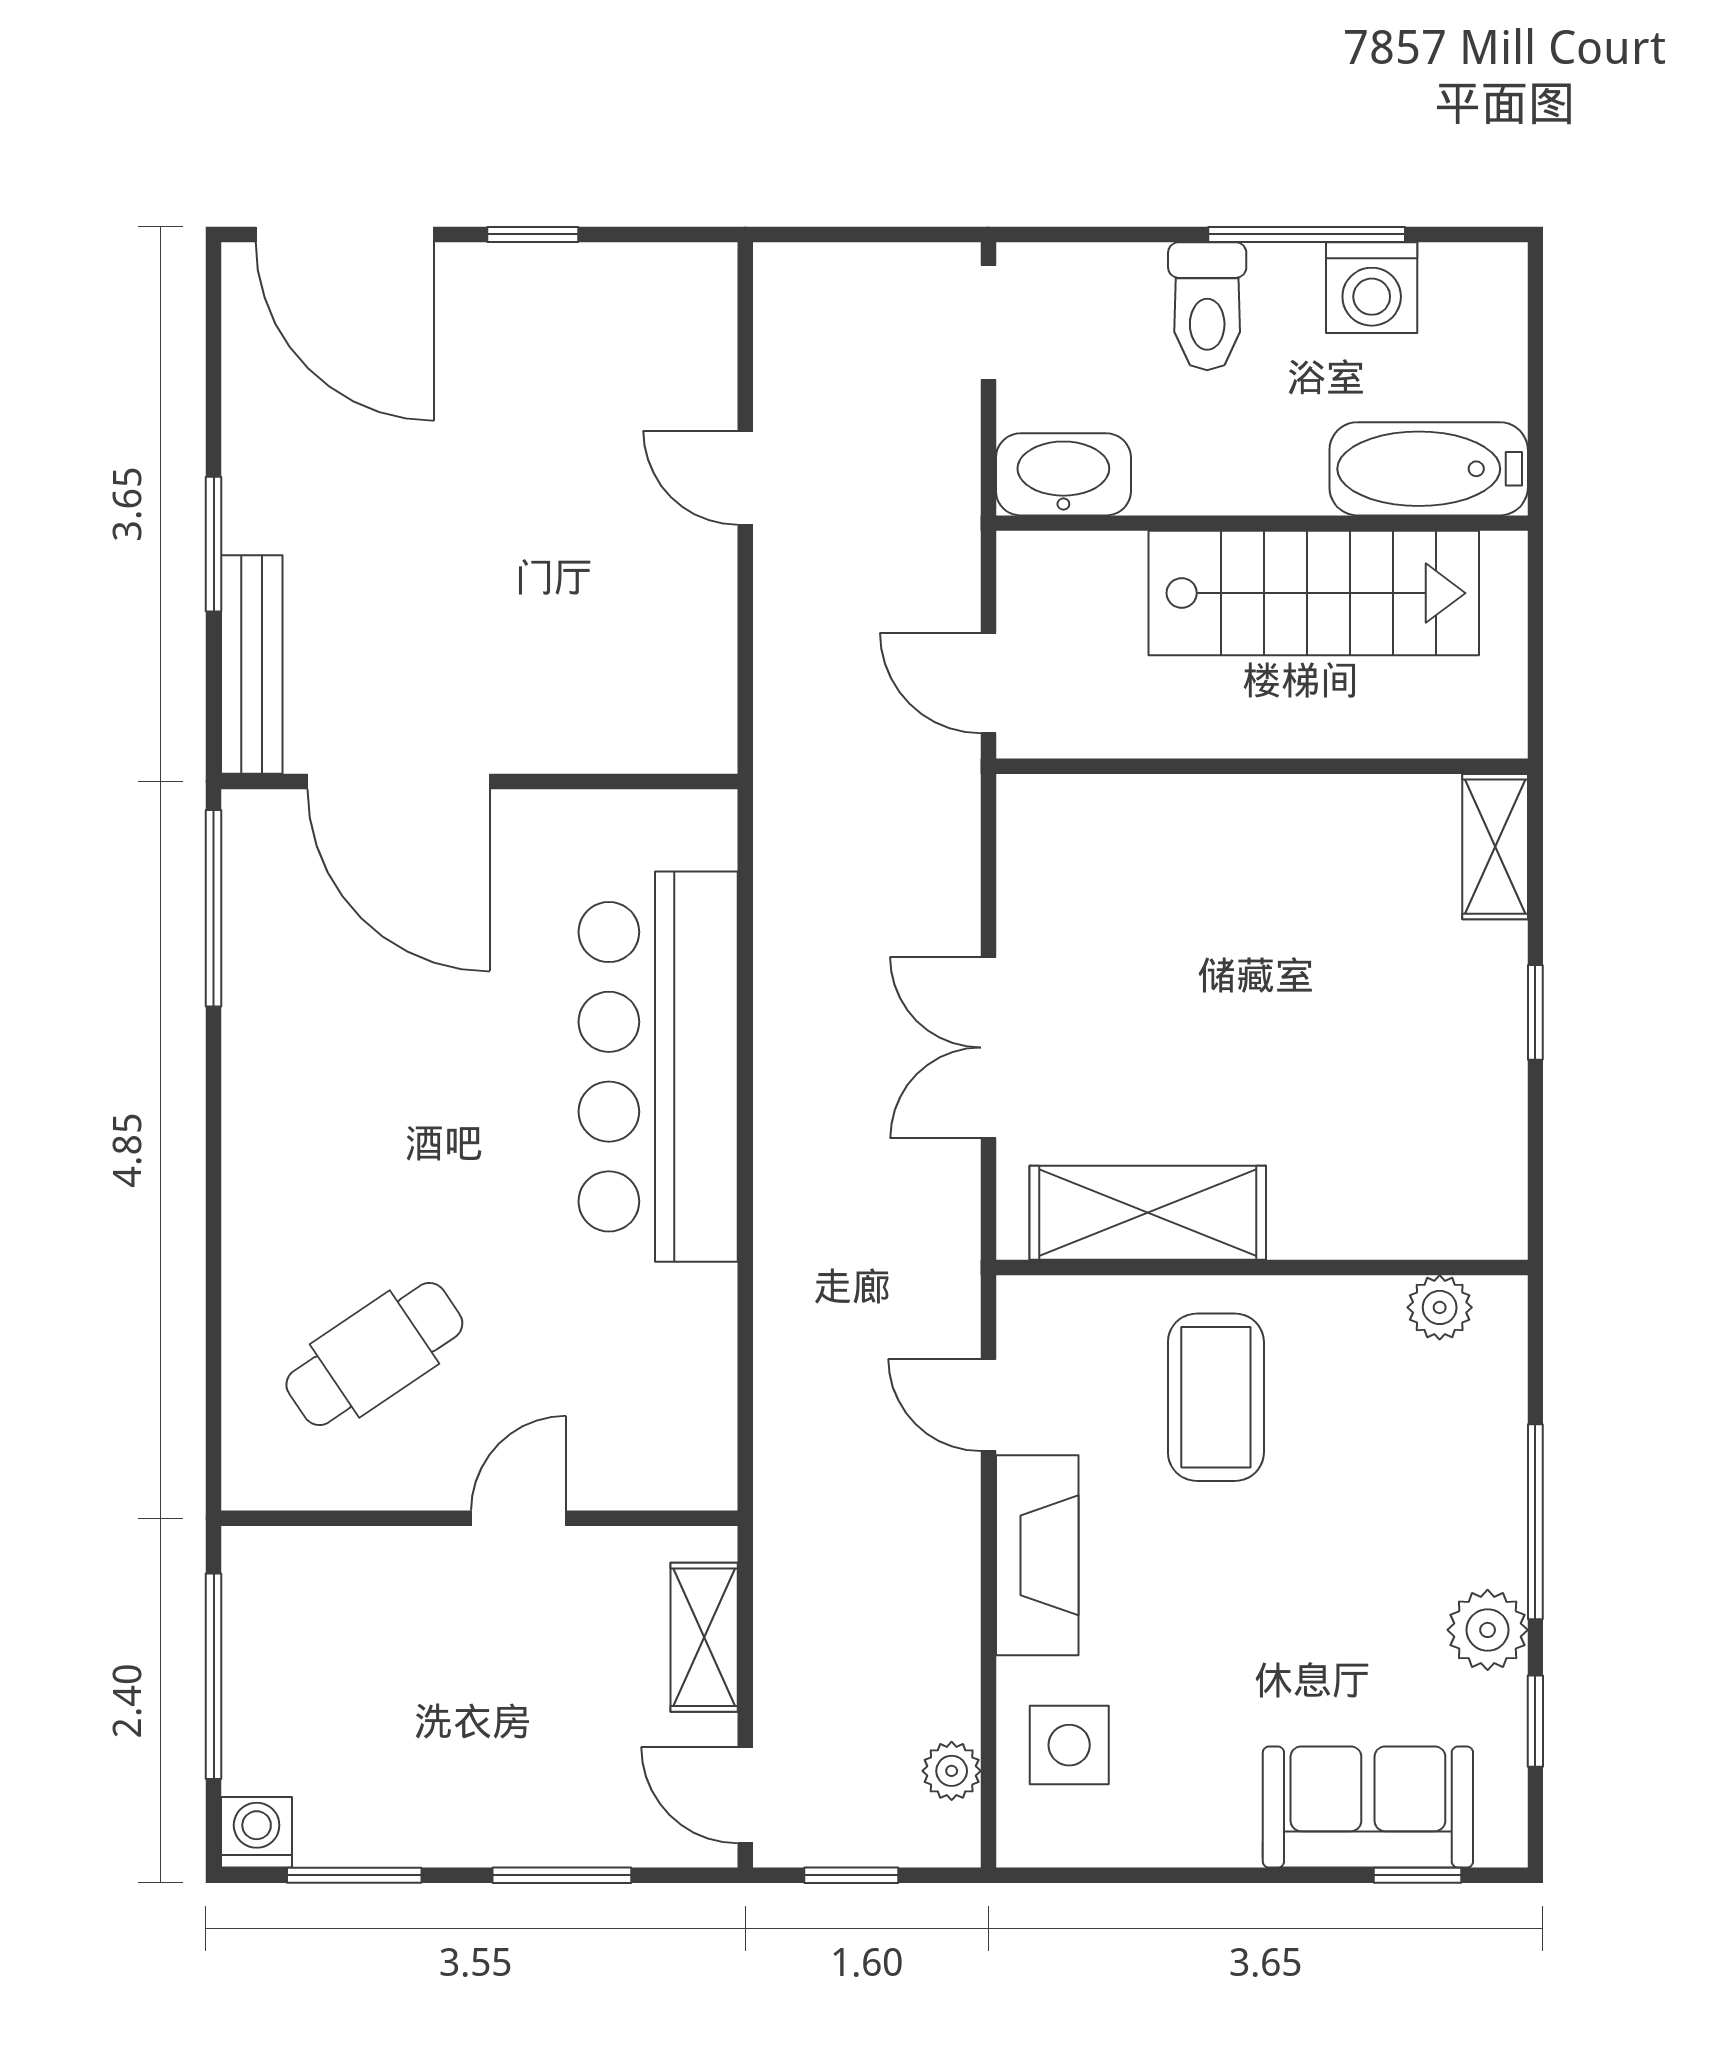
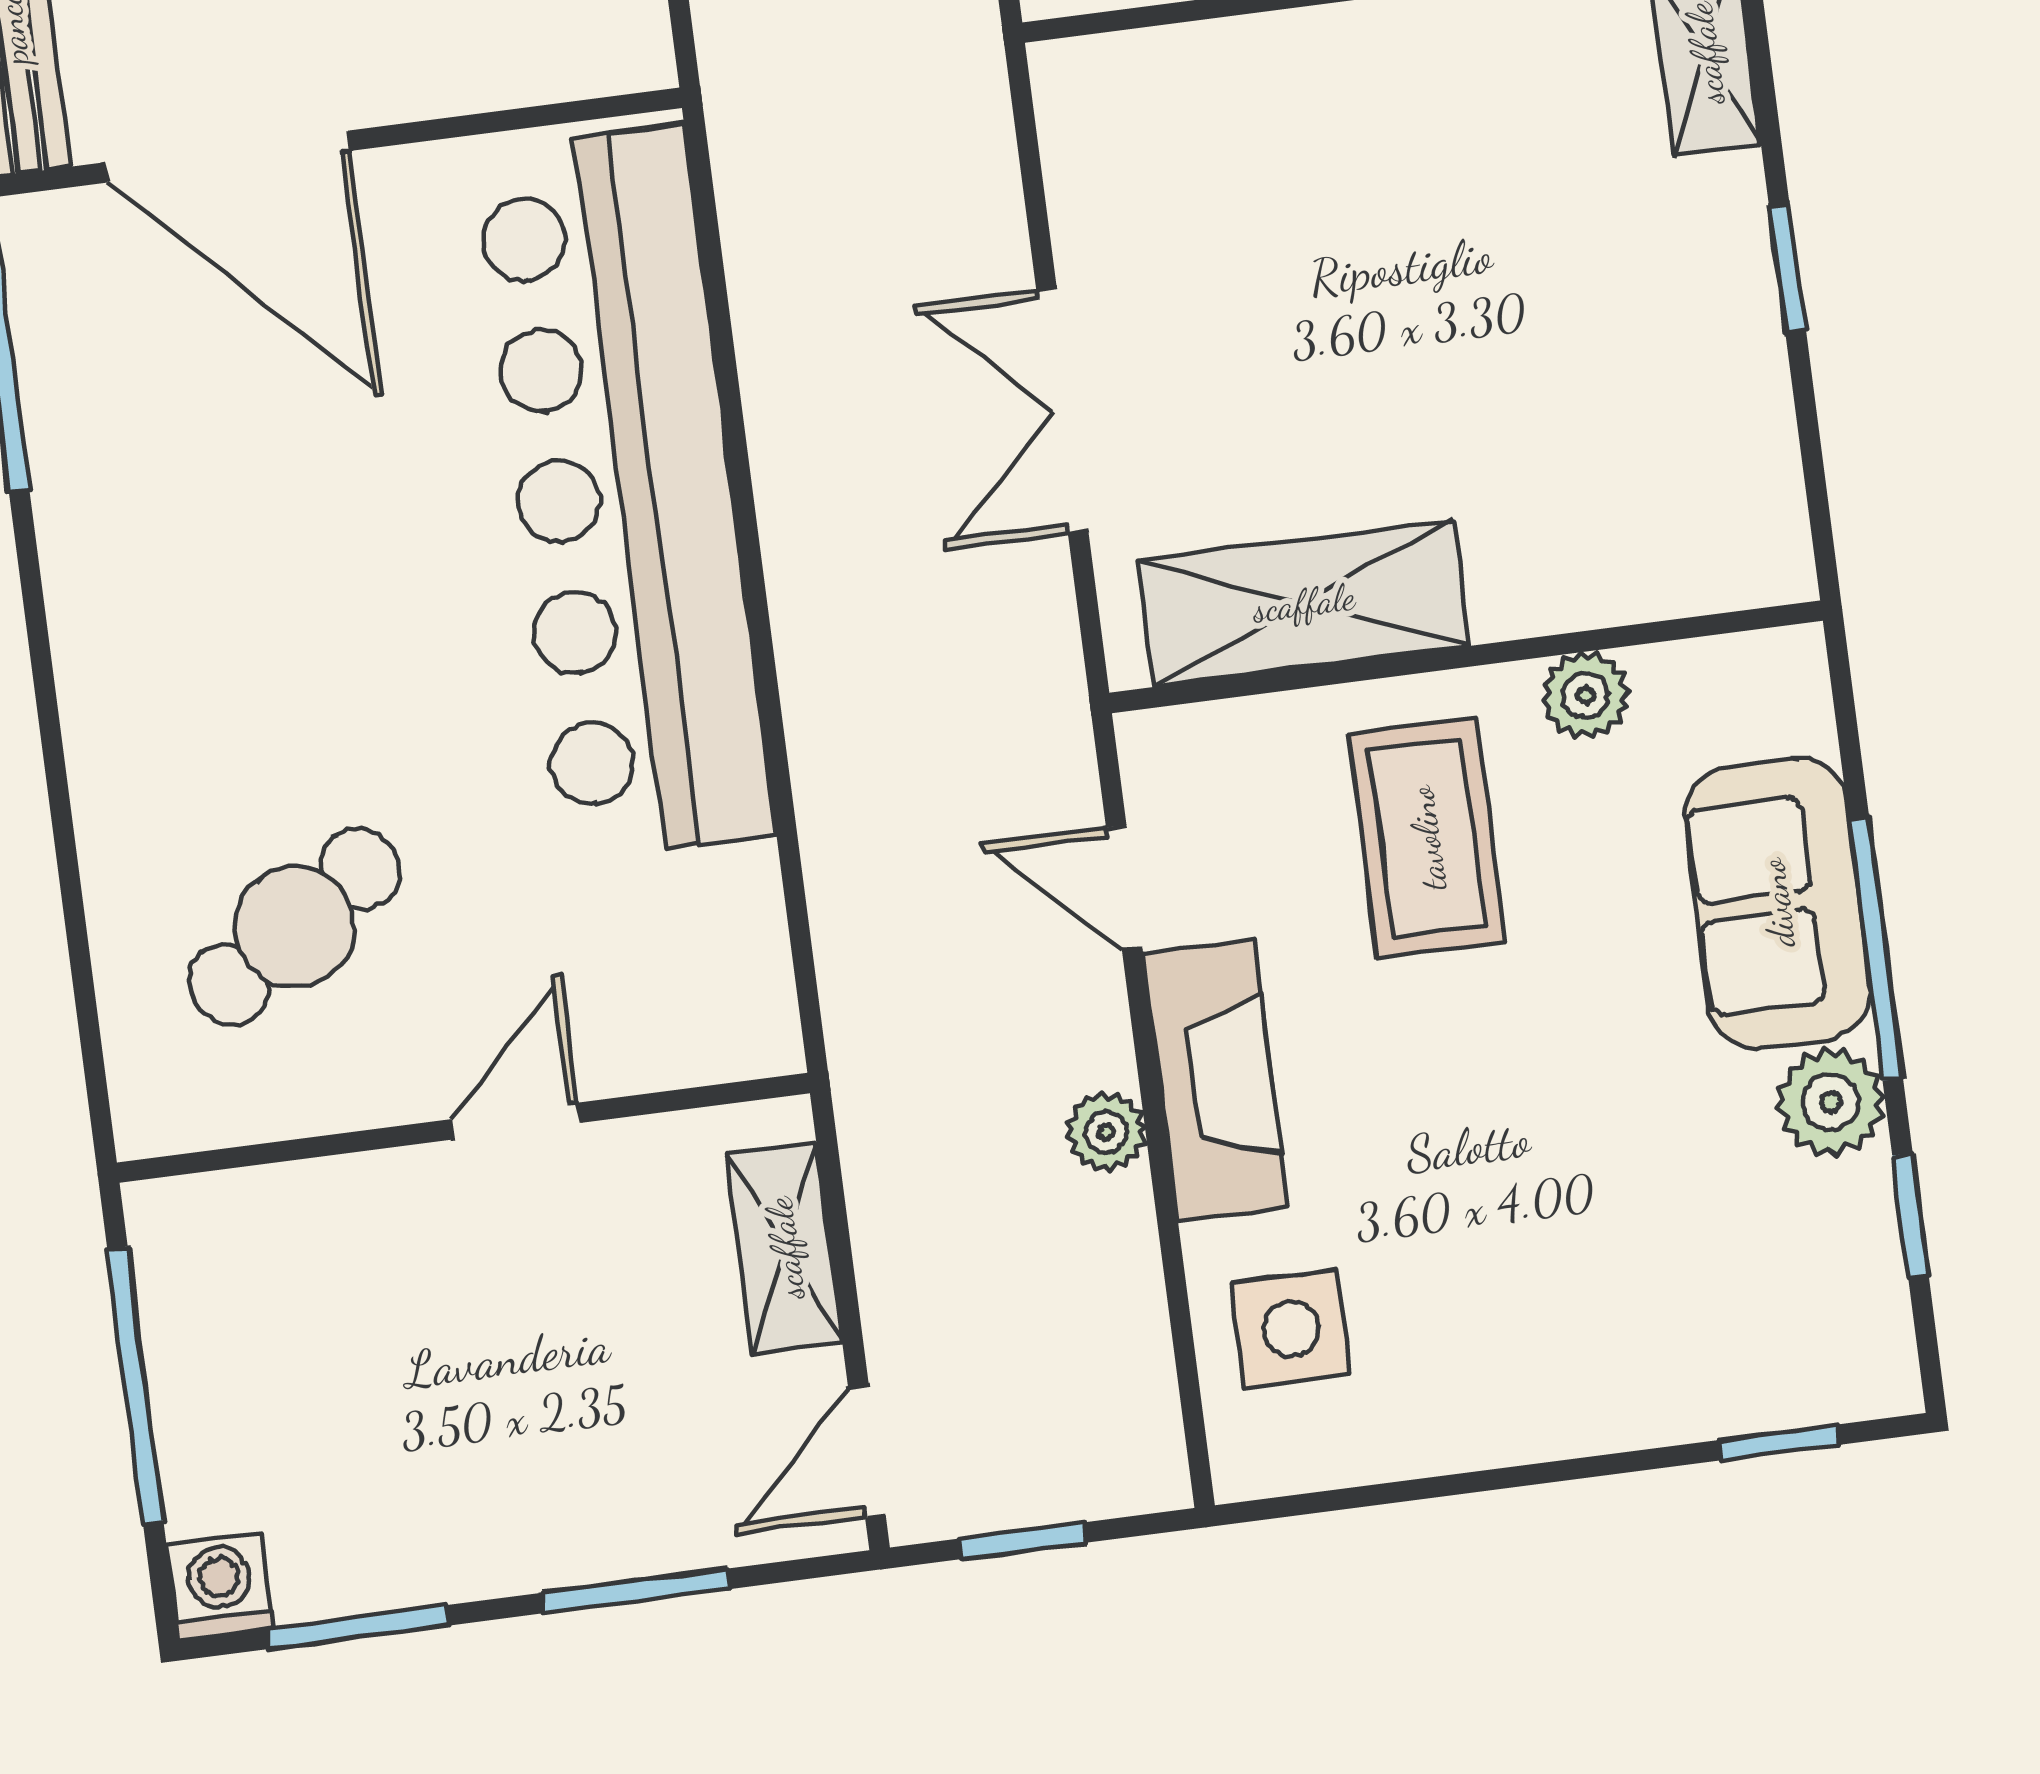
bar counter: (658, 1067) -> (624, 493), width x1.36
plant: (1440, 1307) -> (1586, 695), moved
plant: (952, 1771) -> (1106, 1132), moved
door: (745, 1795) -> (867, 1452), hinge flipped
sofa: (1368, 1807) -> (1777, 903), moved, turned -90

